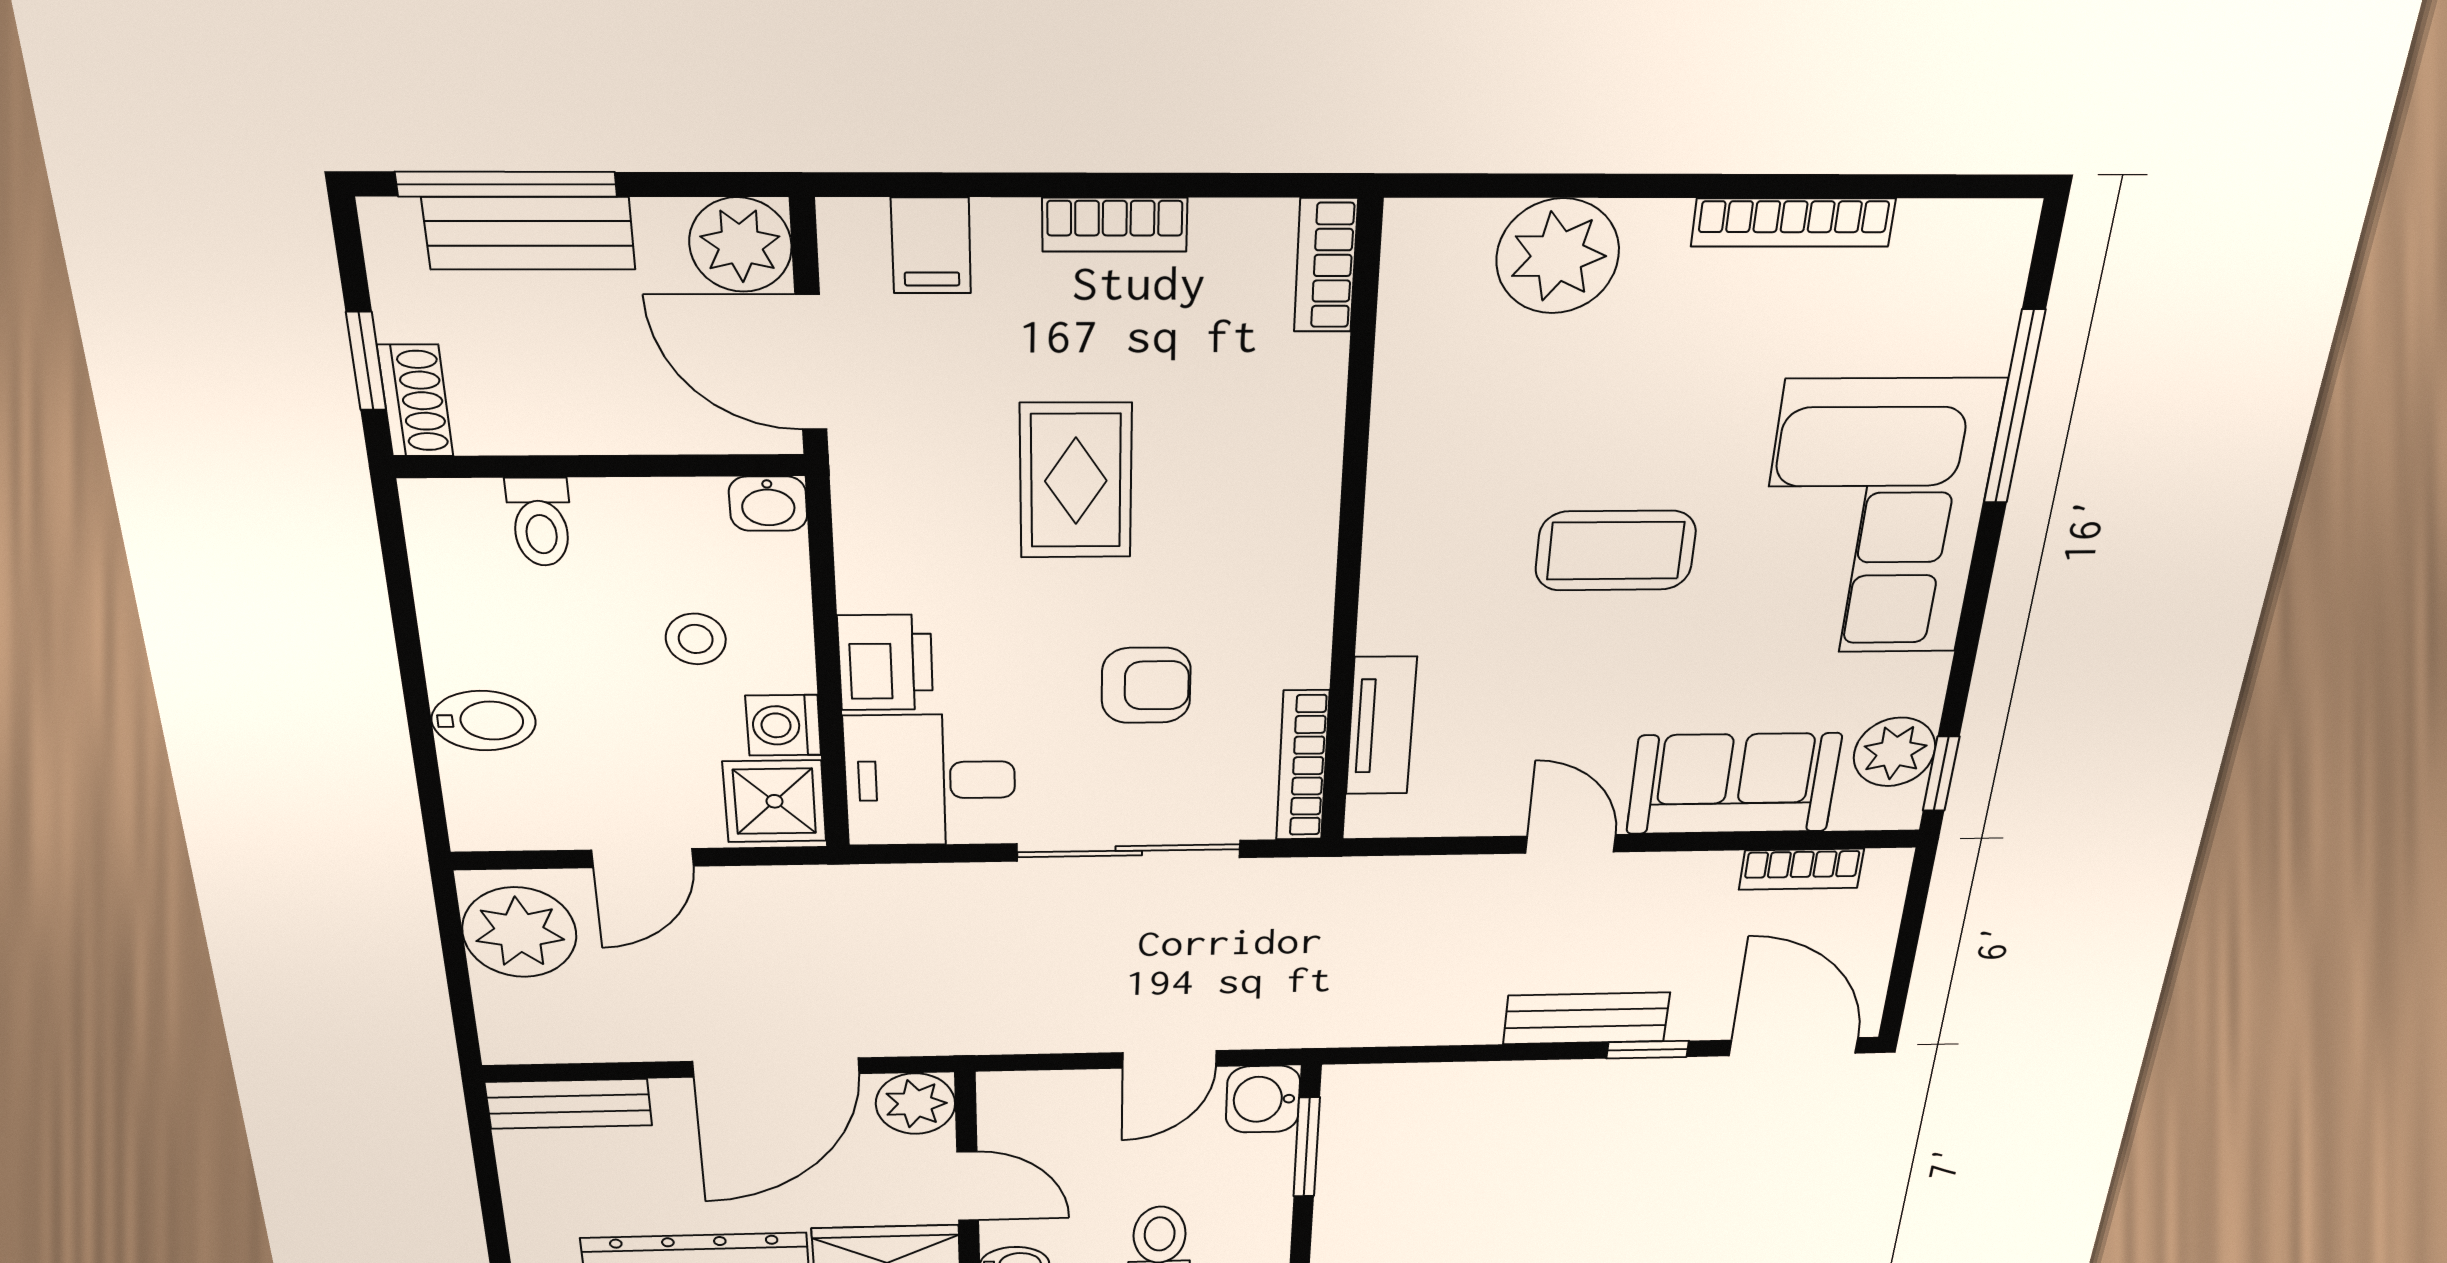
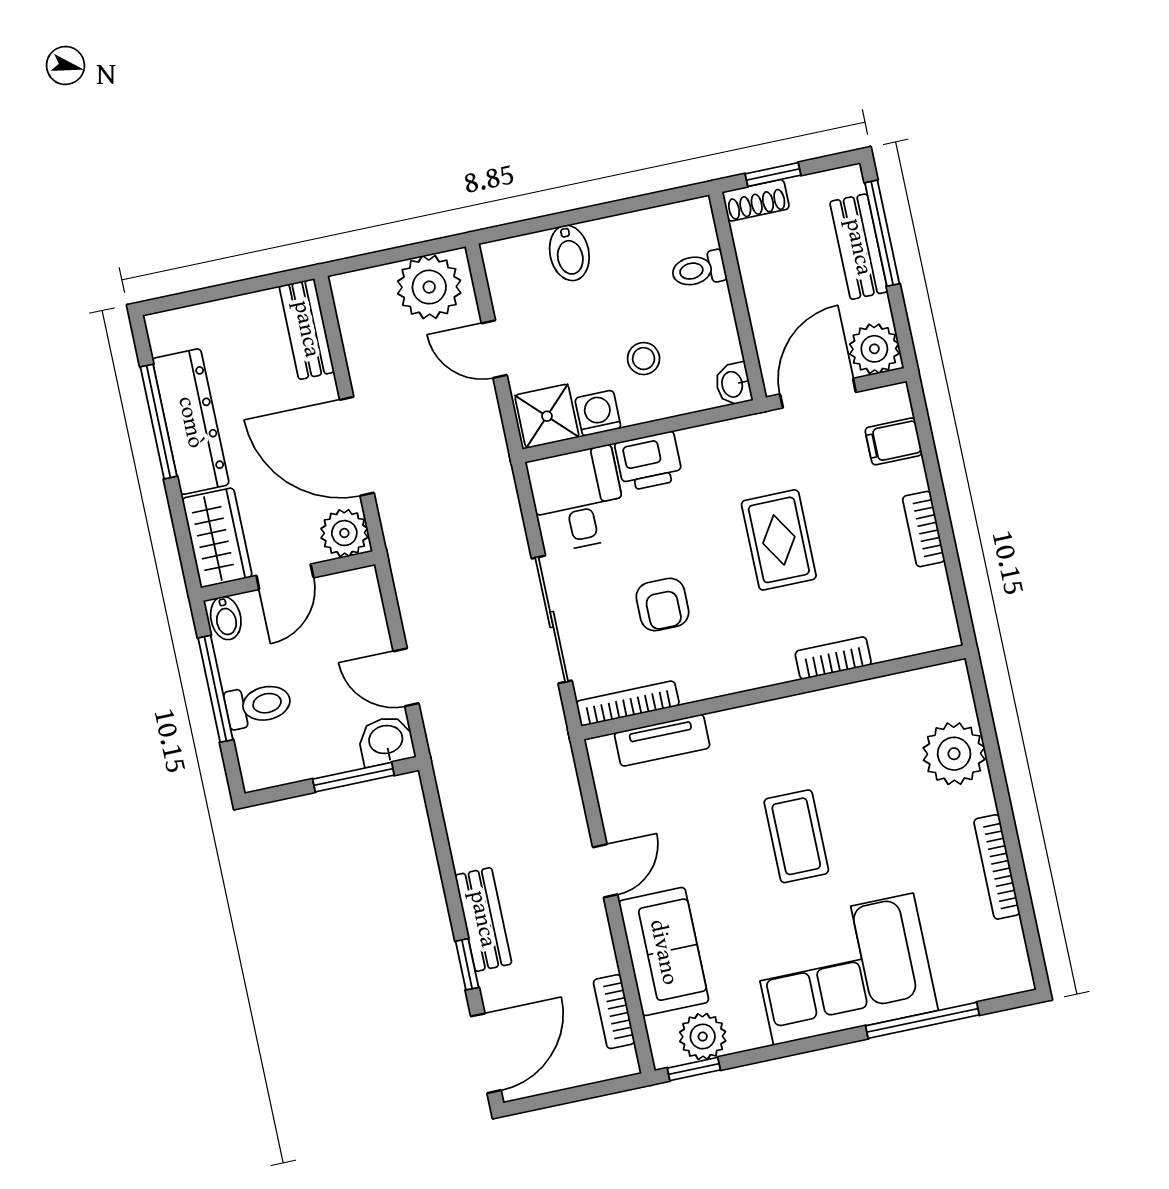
bookcase: (1326, 265) -> (833, 658), moved
rug: (1076, 481) -> (779, 540), turned 90

